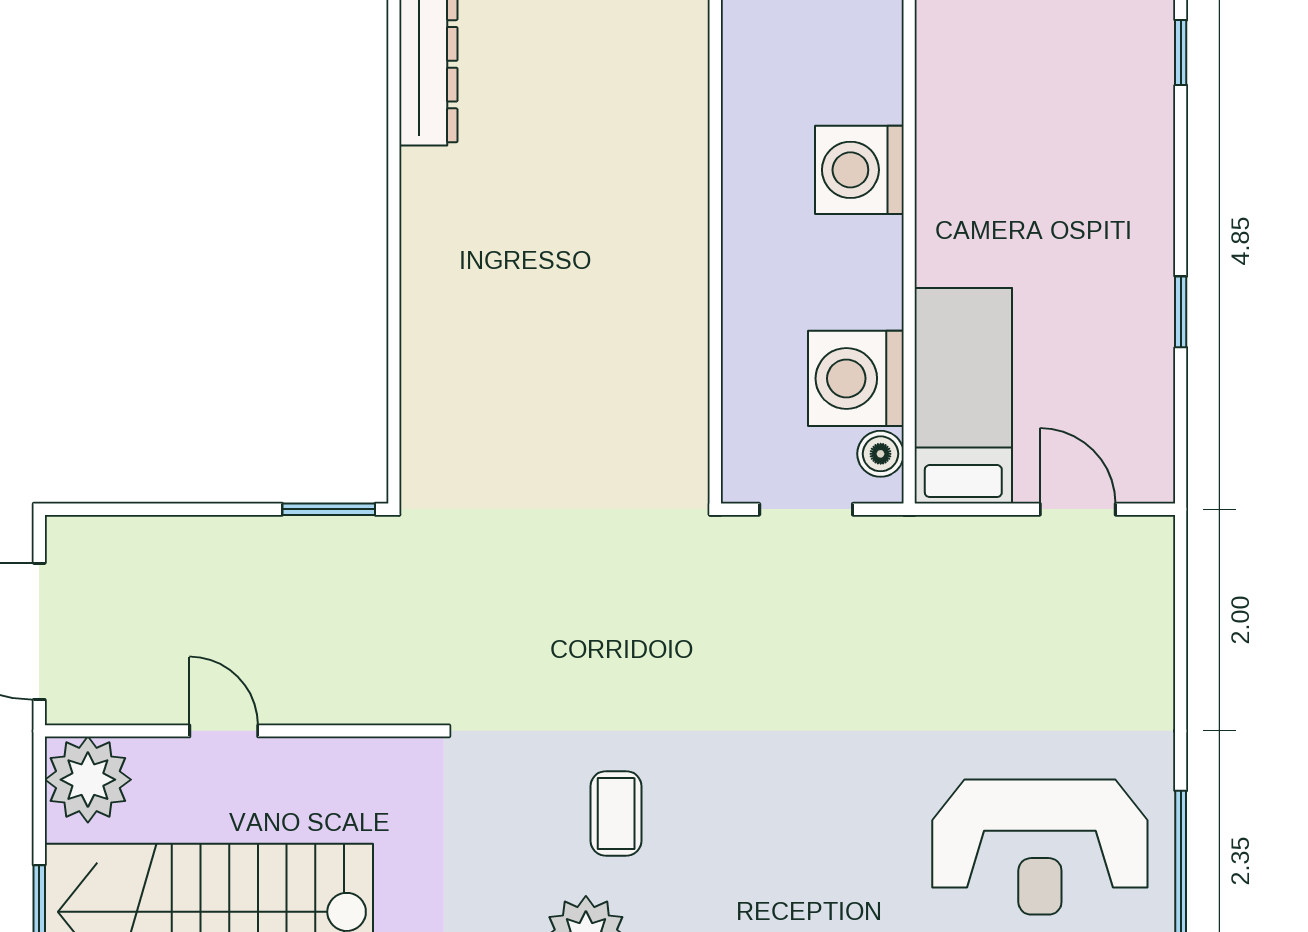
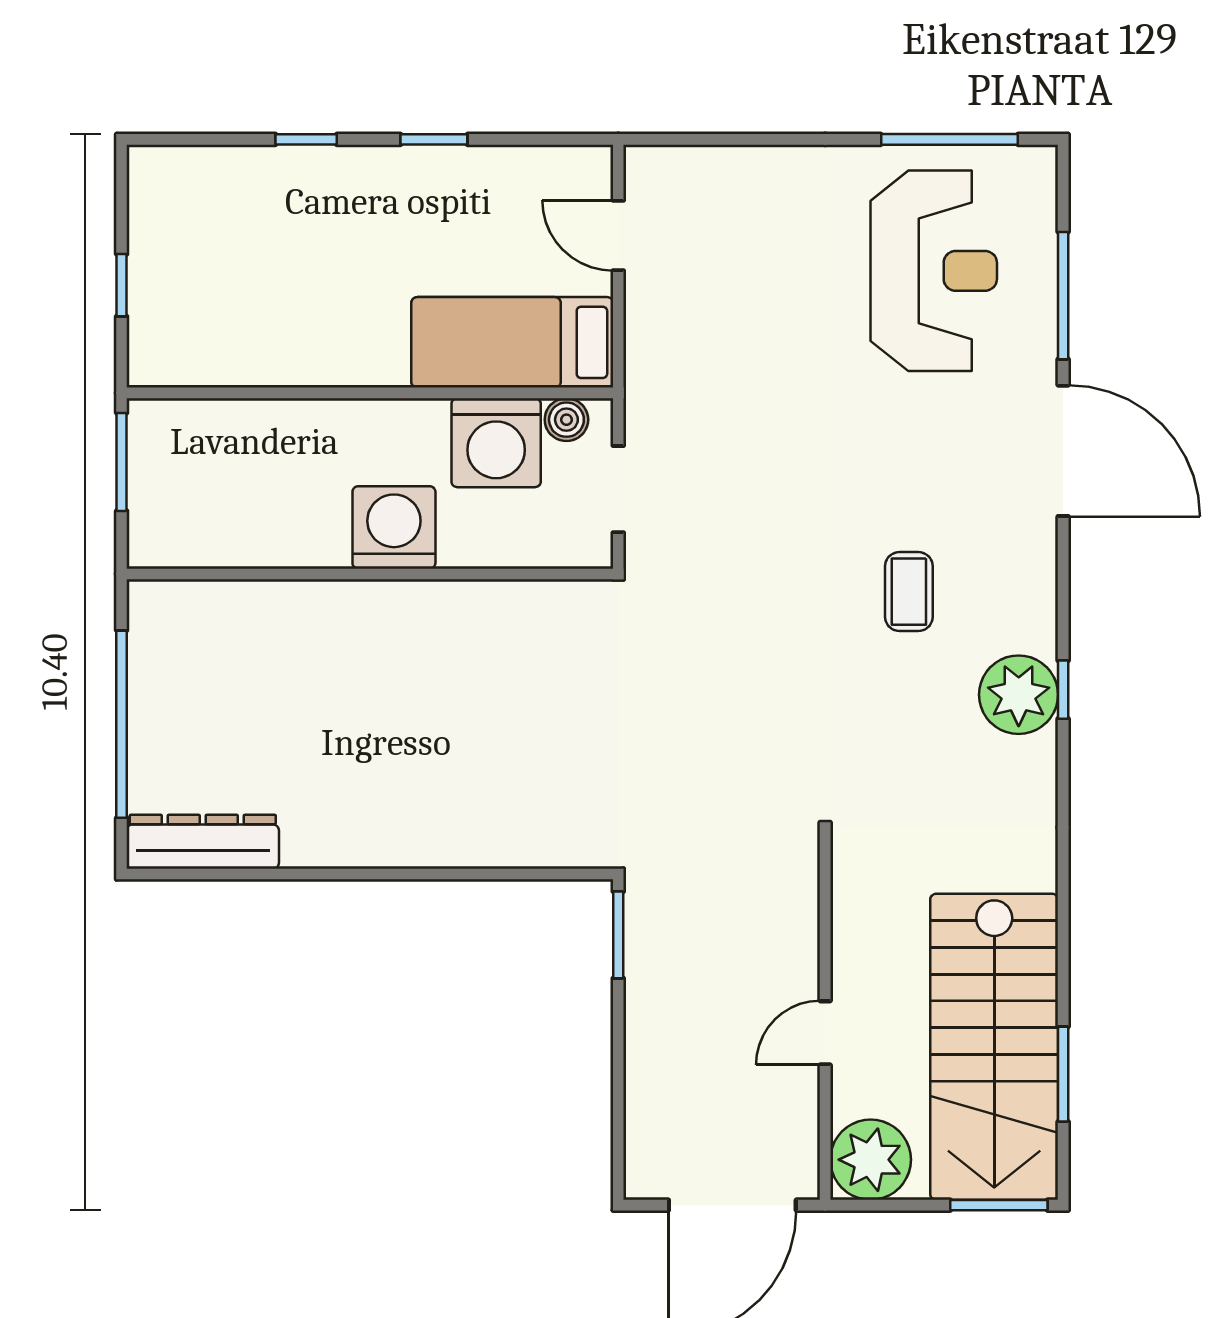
window: (1181, 53) -> (306, 139), moved
washing machine: (859, 170) -> (394, 527), moved, turned 180
door: (1078, 509) -> (618, 236), hinge flipped
coffee table: (616, 813) -> (909, 592), moved, turned 90

